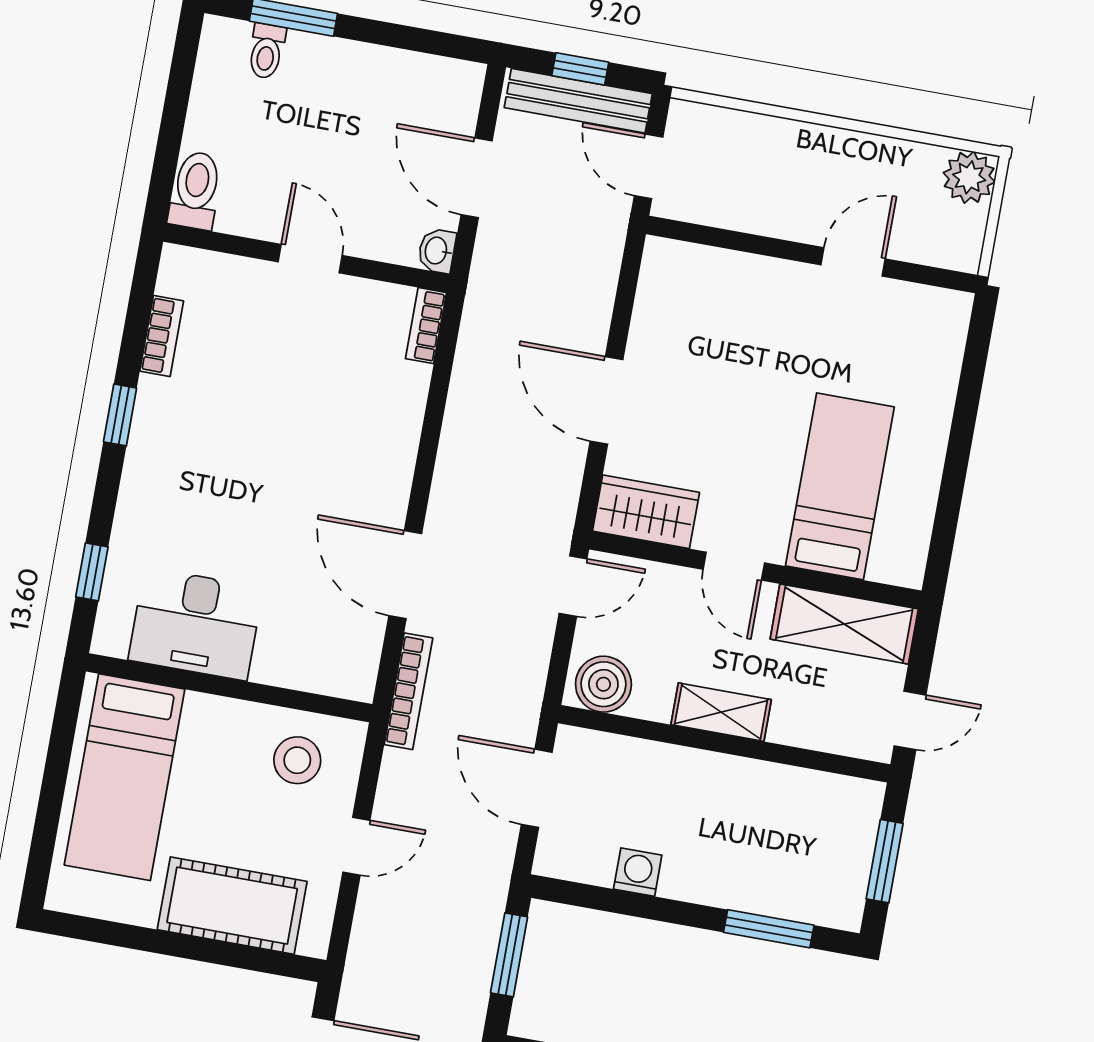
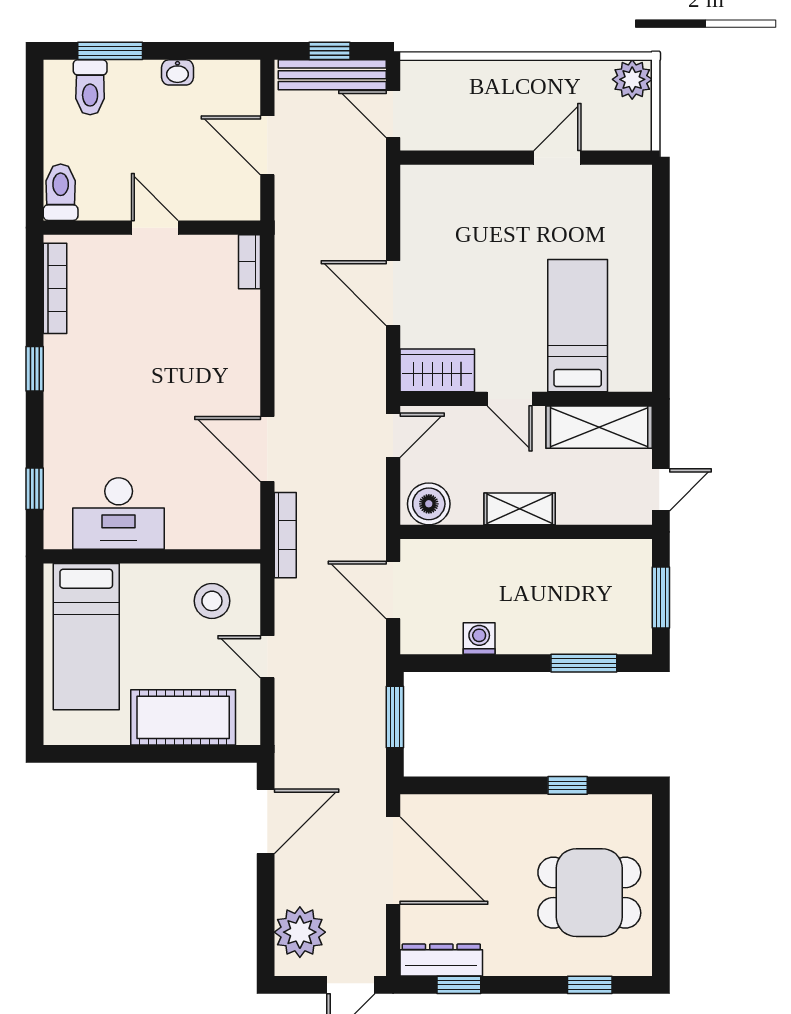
toilet: (266, 51) -> (90, 87), width x1.37, depth x1.39
washbasin: (437, 251) -> (177, 72), moved, turned -90
bookcase: (162, 336) -> (55, 288), width x1.56
door: (356, 846) -> (267, 657), swing flipped

